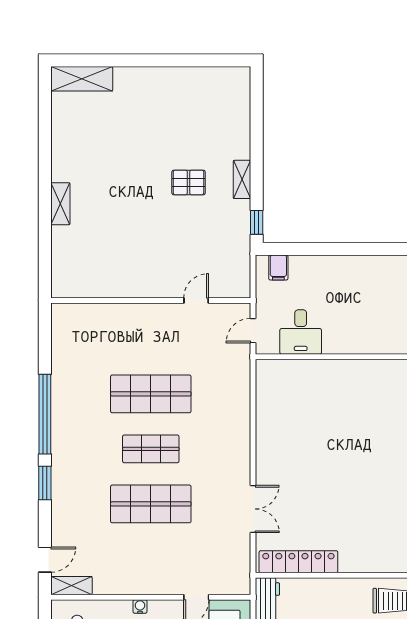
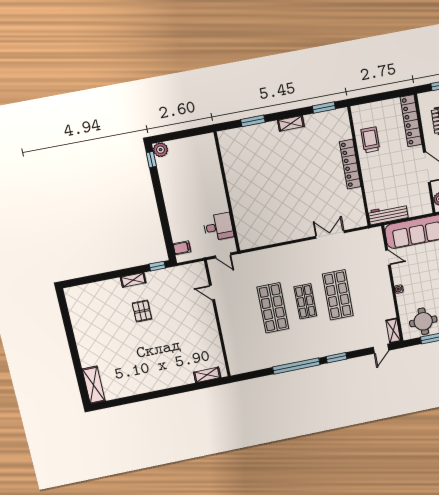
shelving: (60, 204) -> (207, 375), moved
door: (45, 560) -> (381, 349), swing flipped
locker: (298, 562) -> (350, 164), moved

